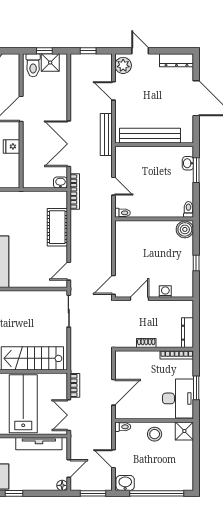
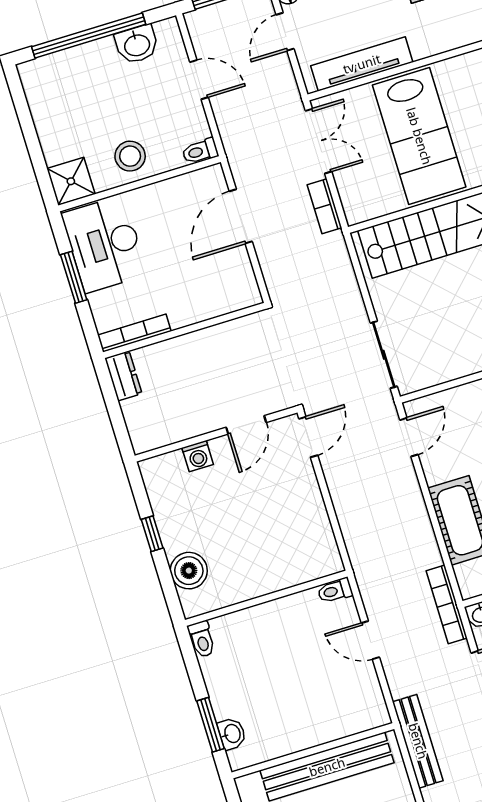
boiler: (185, 229) -> (189, 571), moved
dresser: (187, 333) -> (123, 376), width x0.70
shoe rack: (146, 343) -> (205, 338), removed
washbasin: (125, 483) -> (137, 44), moved

